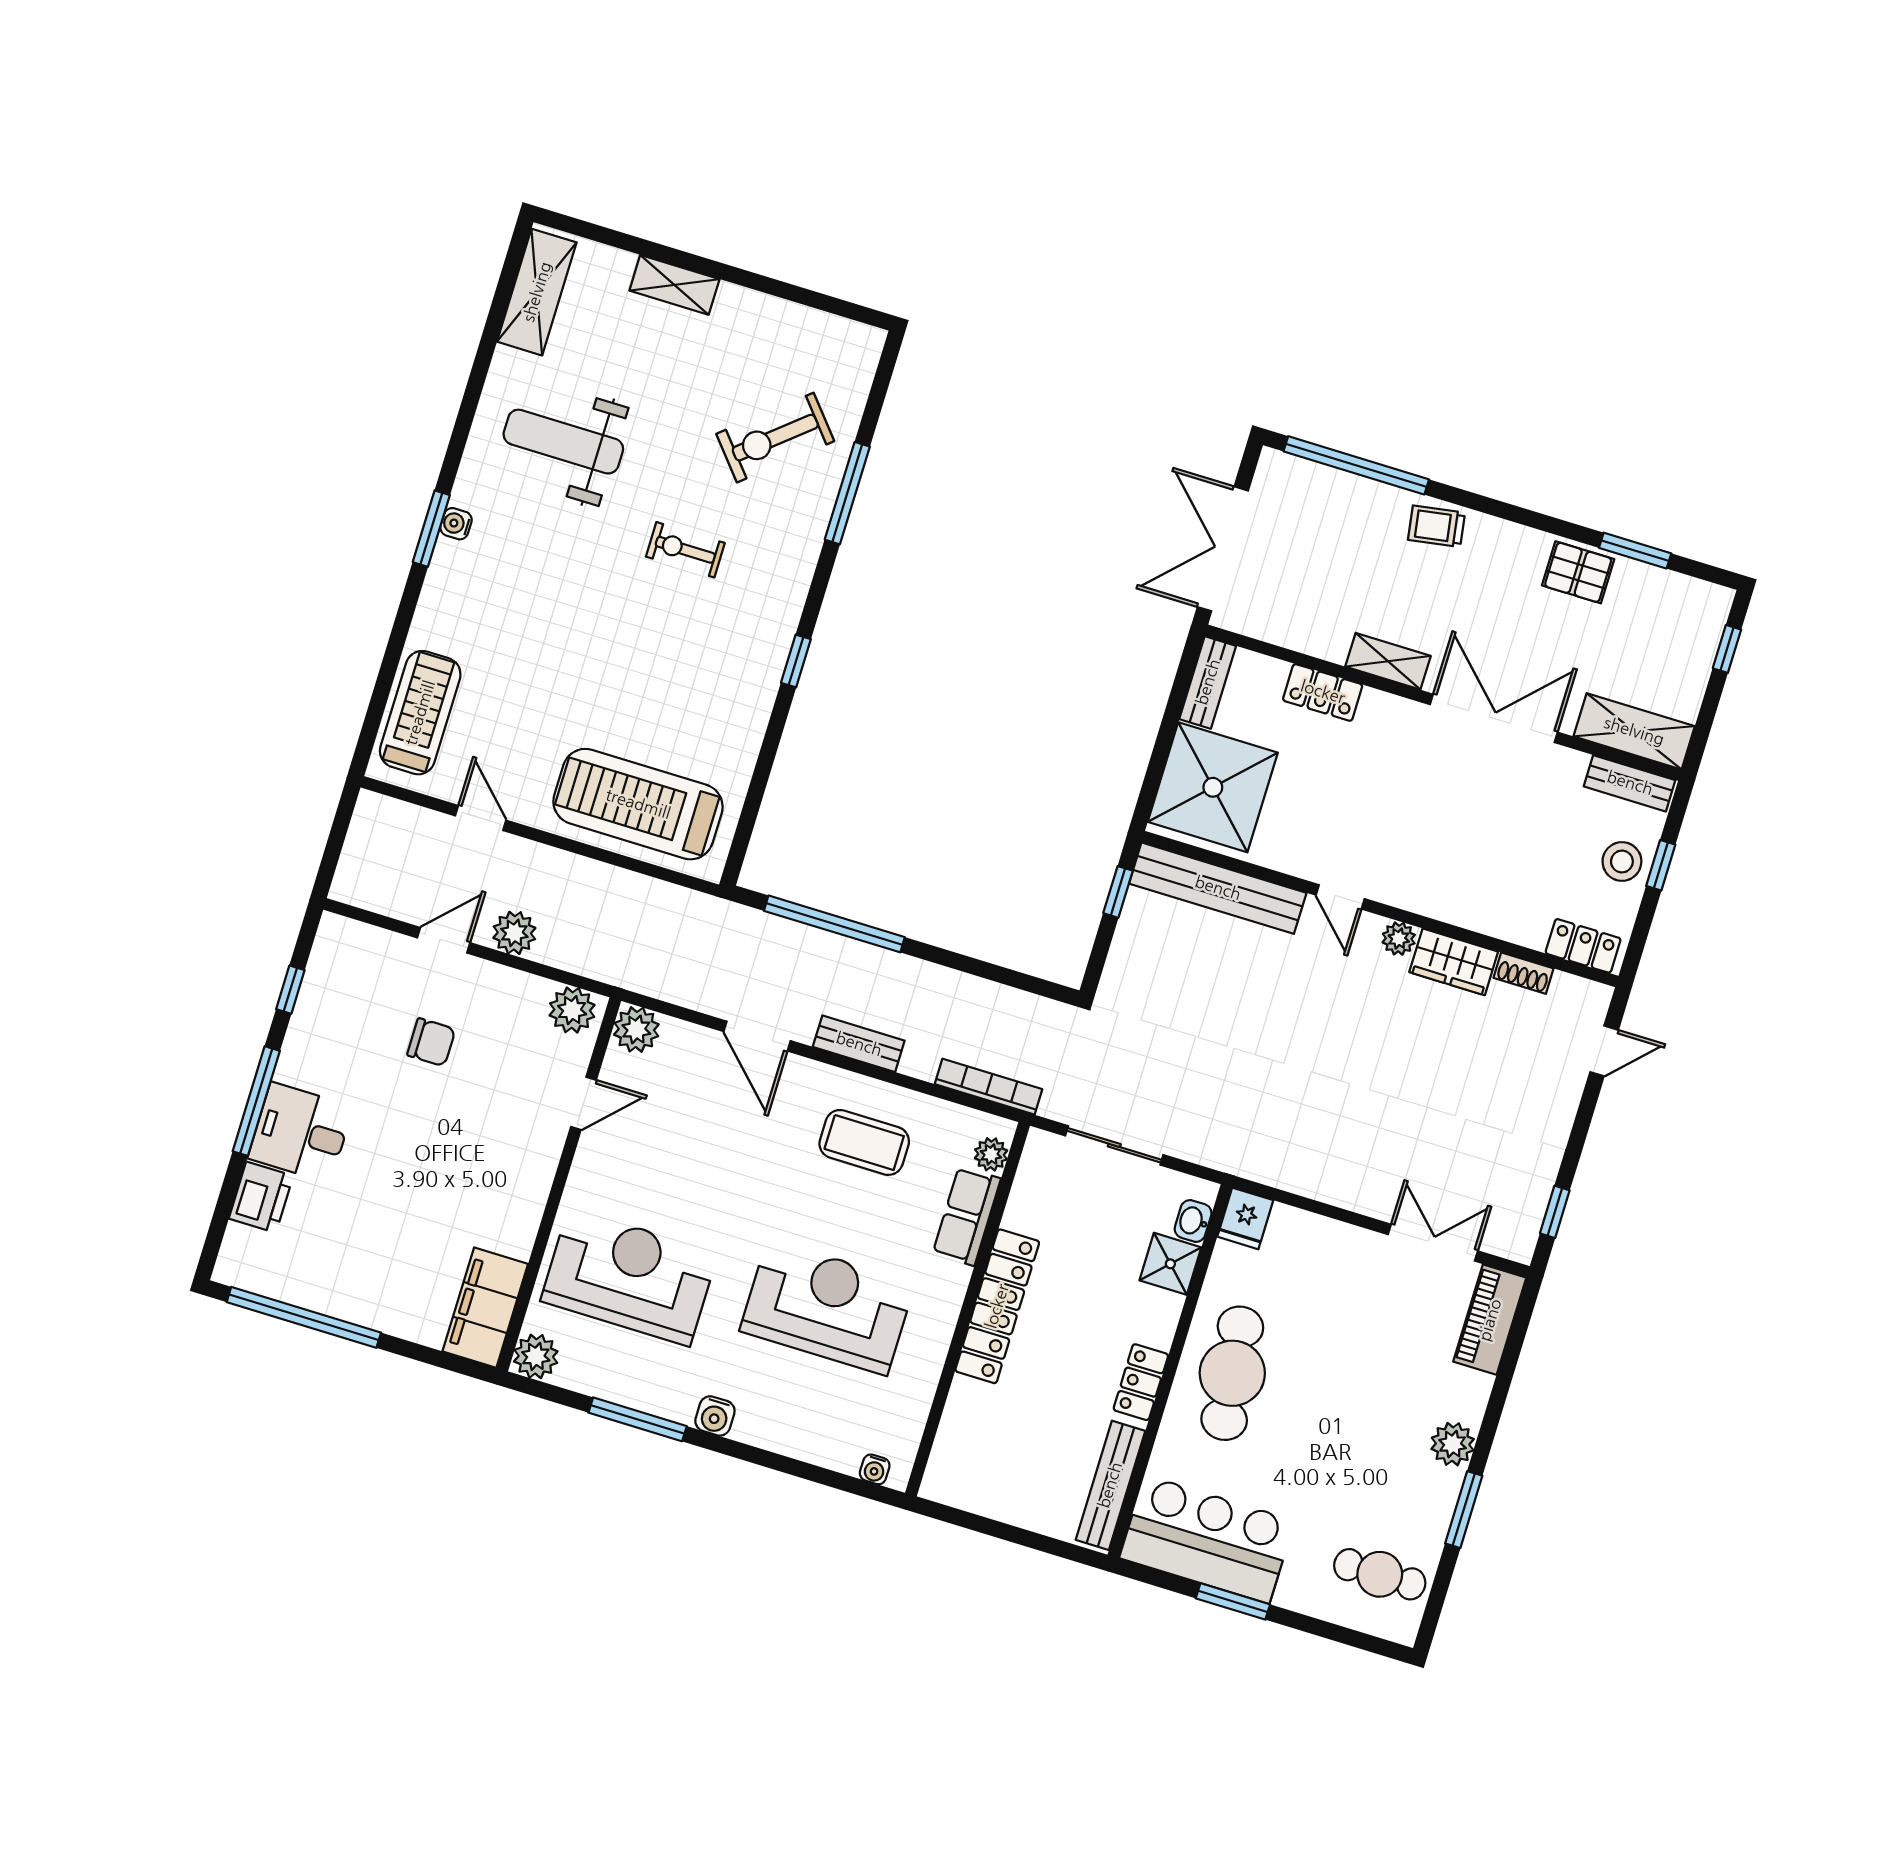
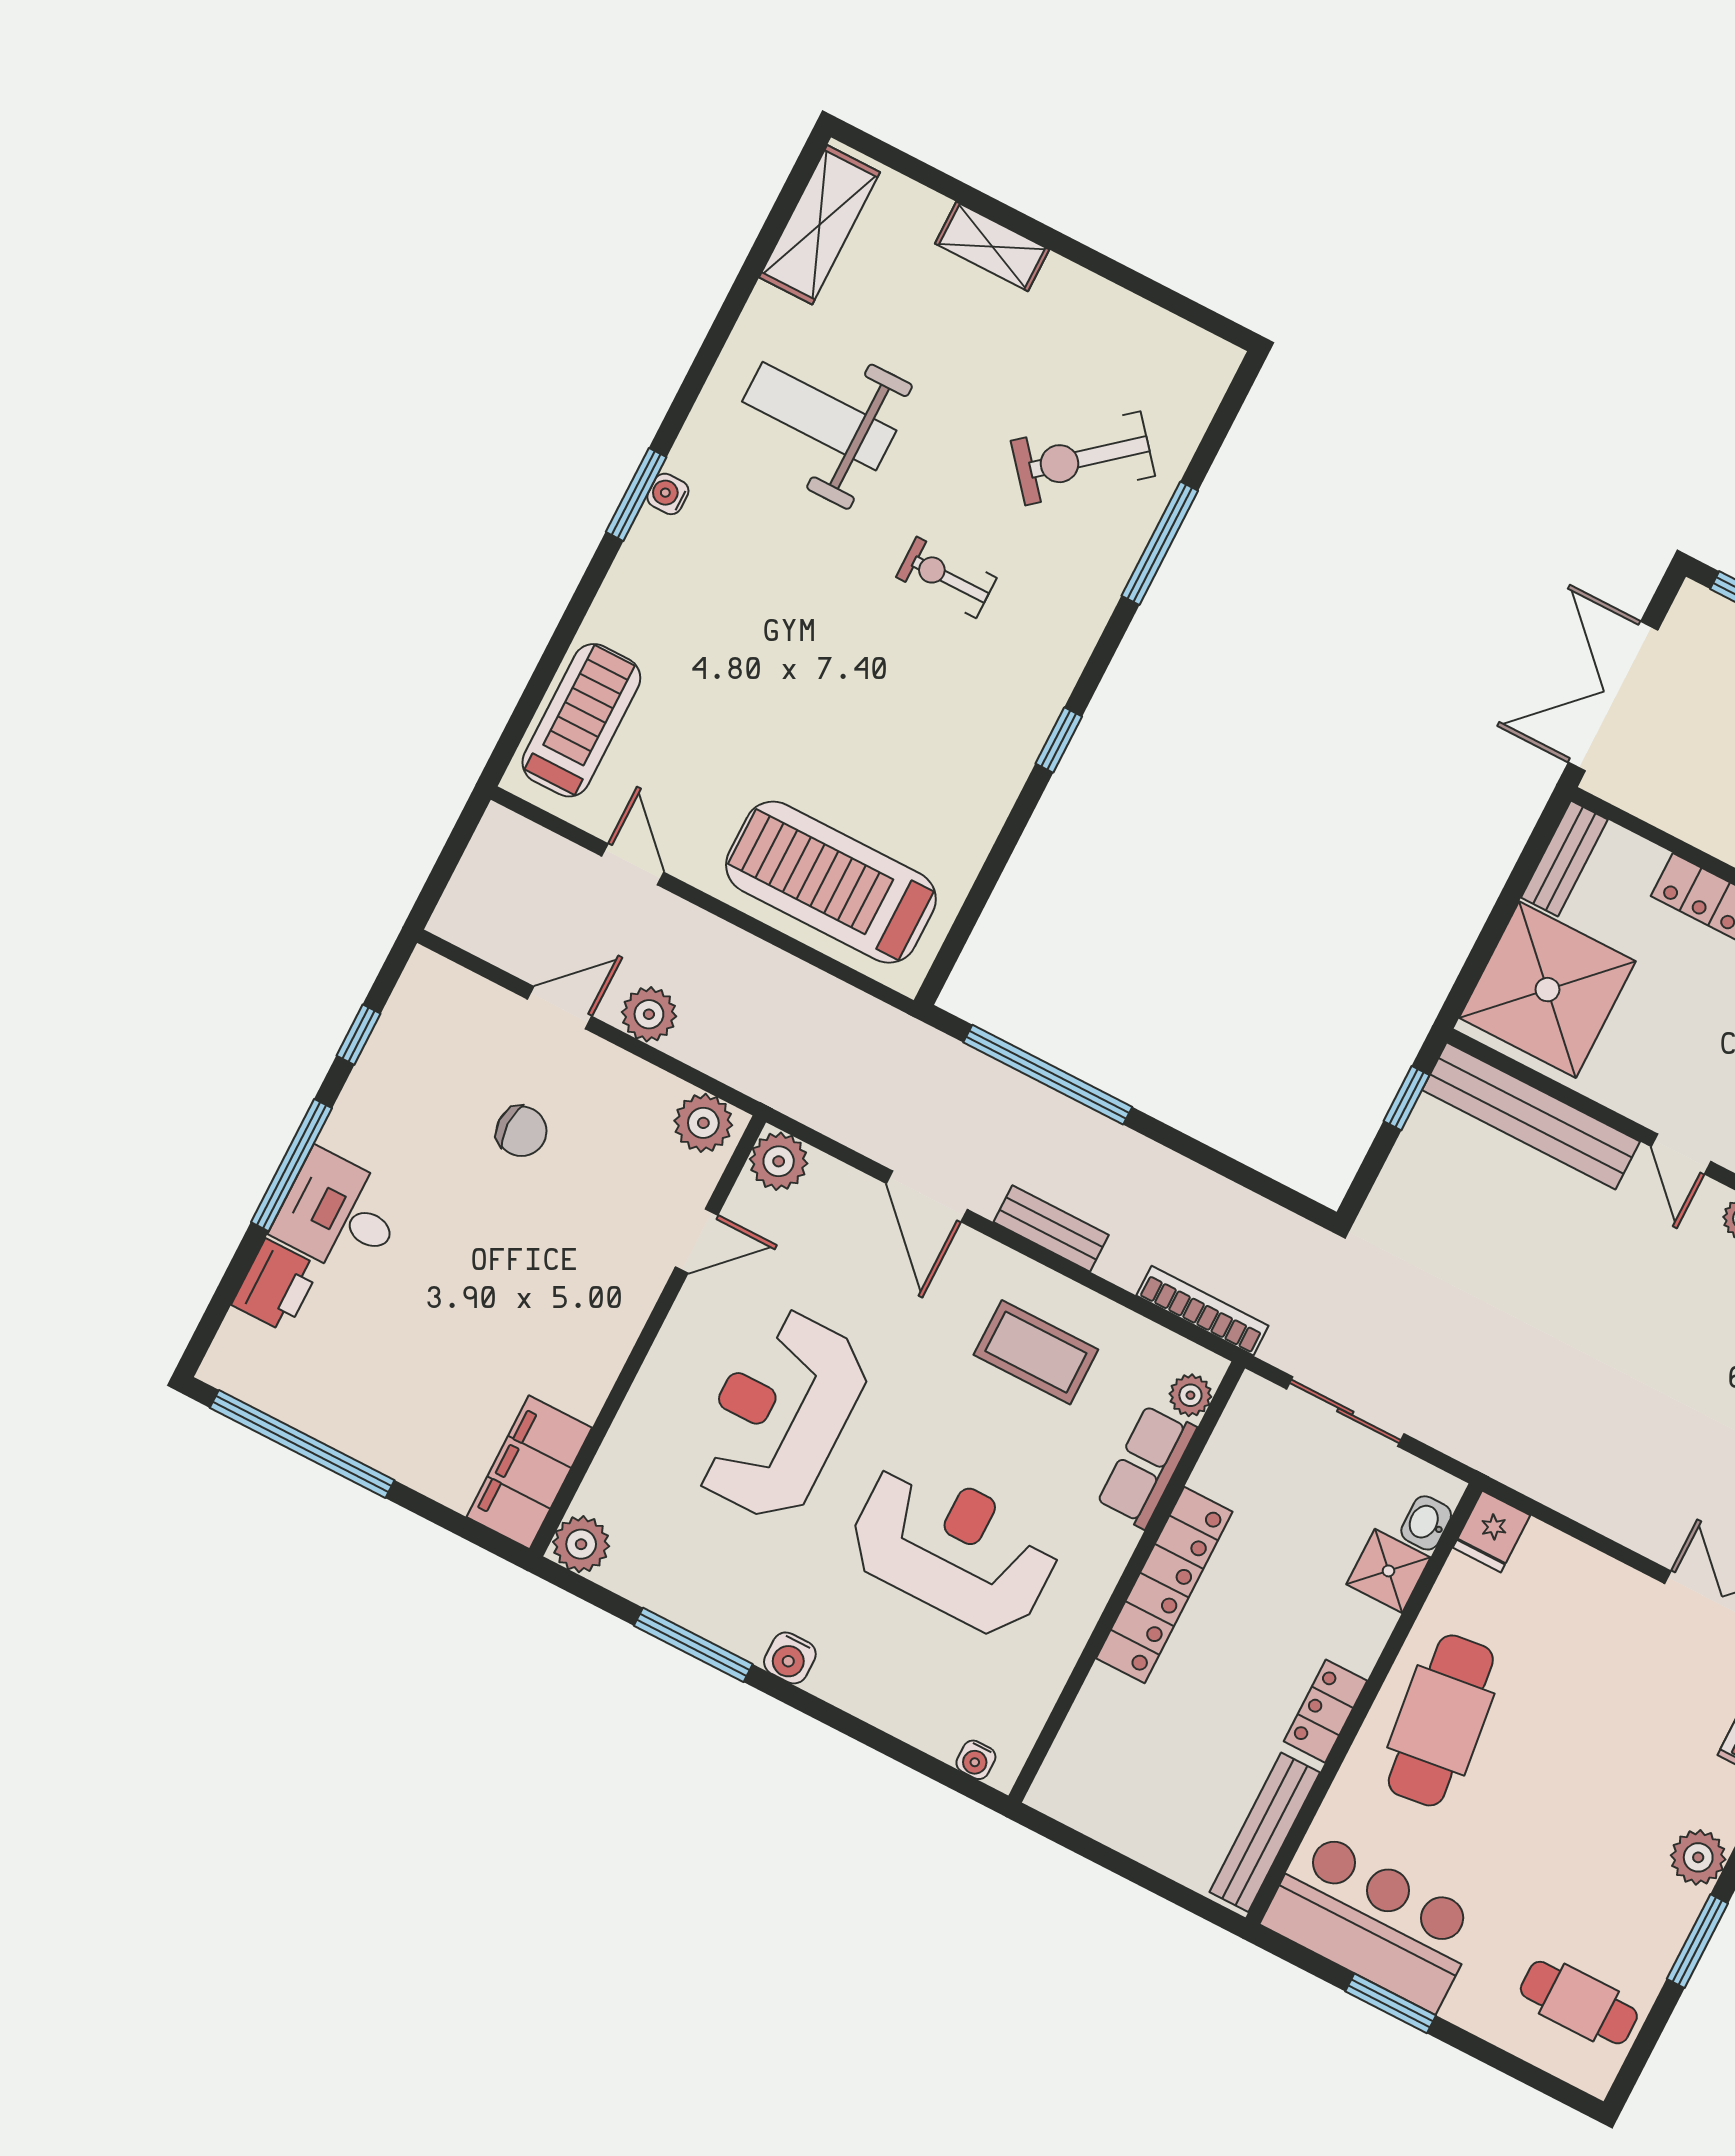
reception desk: (629, 1277) -> (779, 1415), moved, turned -90

